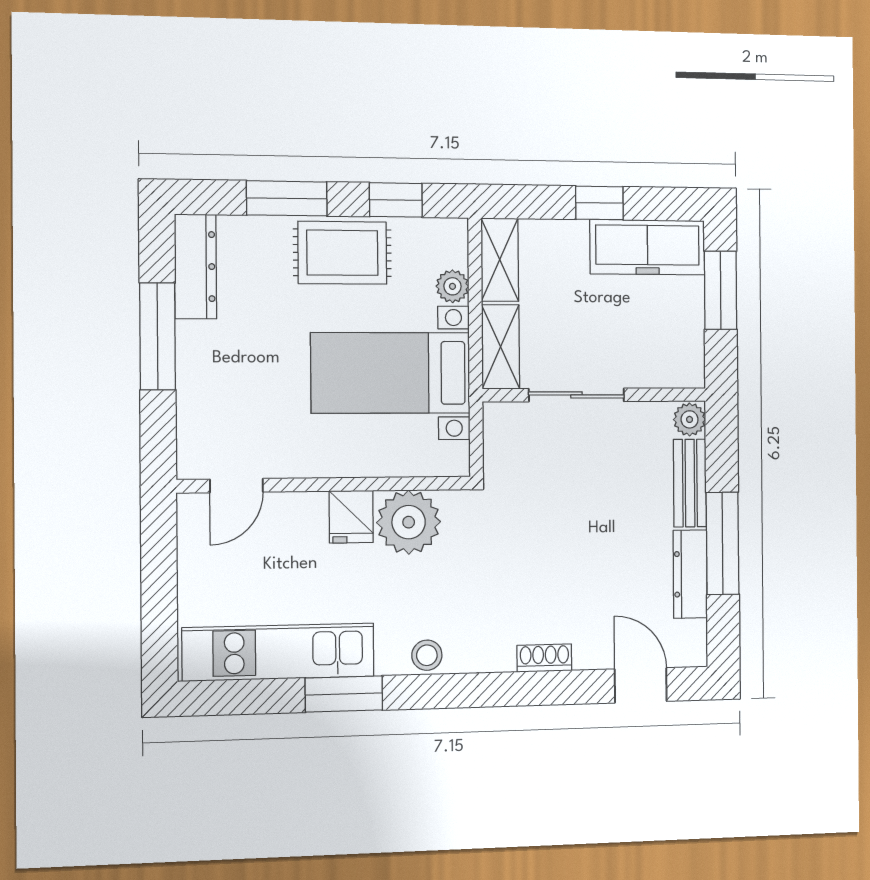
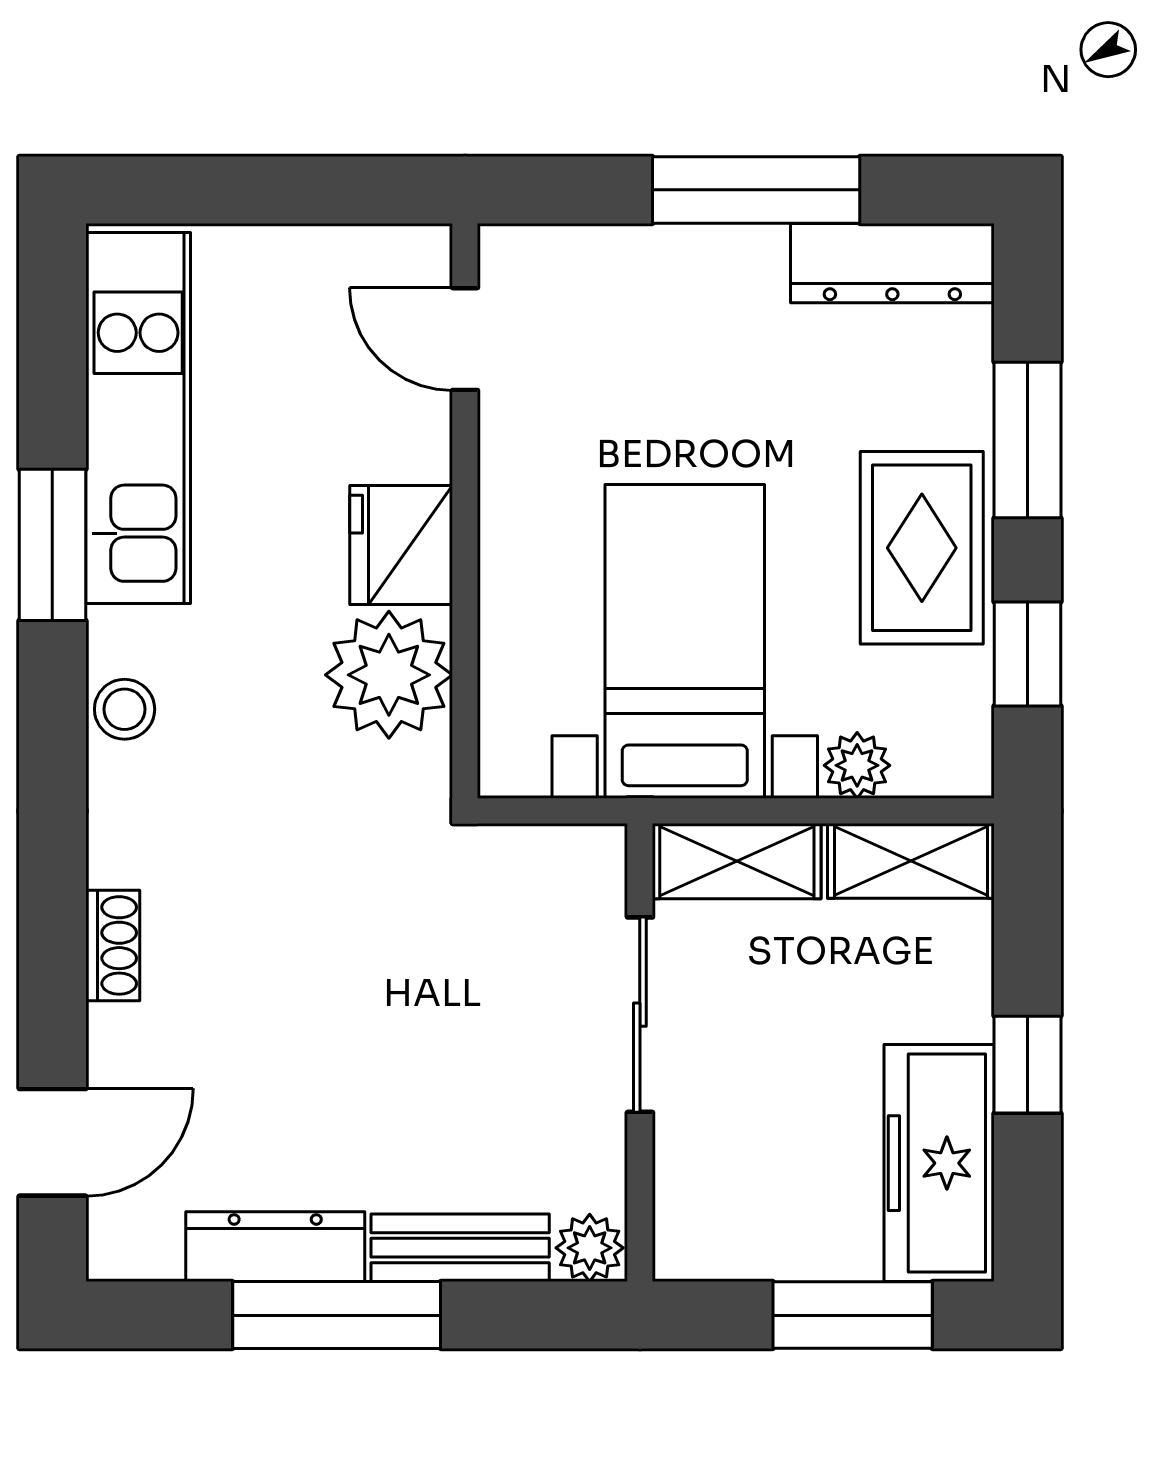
fridge: (351, 517) -> (401, 545), width x1.38

